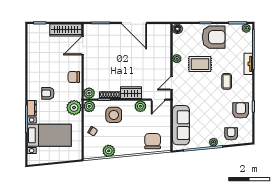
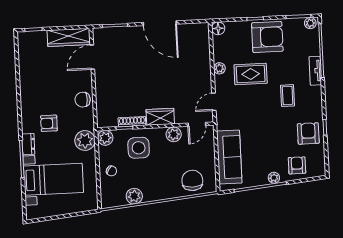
plant: (89, 93) -> (104, 120), removed

